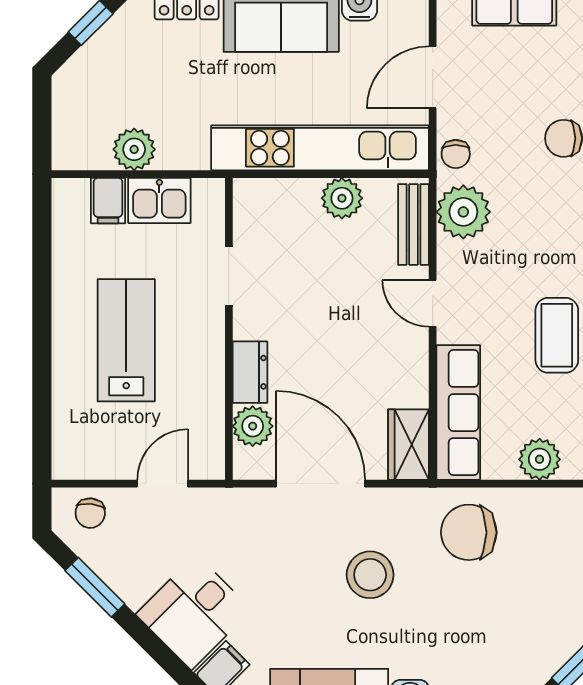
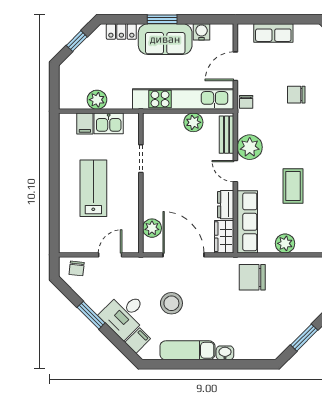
plant: (463, 212) -> (250, 147), moved
dresser: (250, 372) -> (226, 205), moved, turned 180
stool: (370, 575) -> (171, 303), moved
window: (95, 587) -> (91, 315), moved

